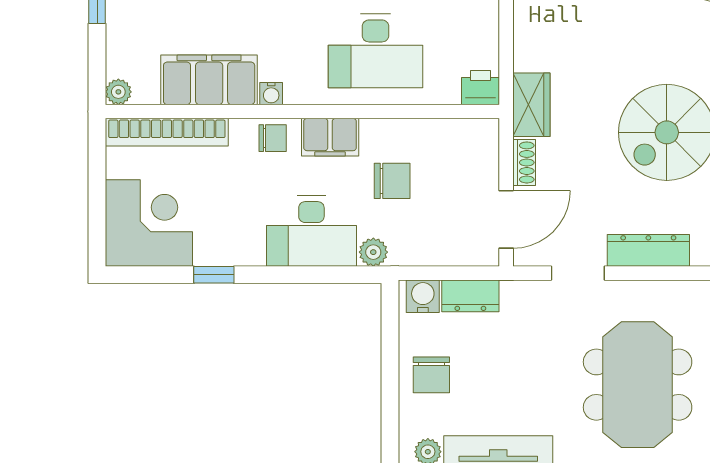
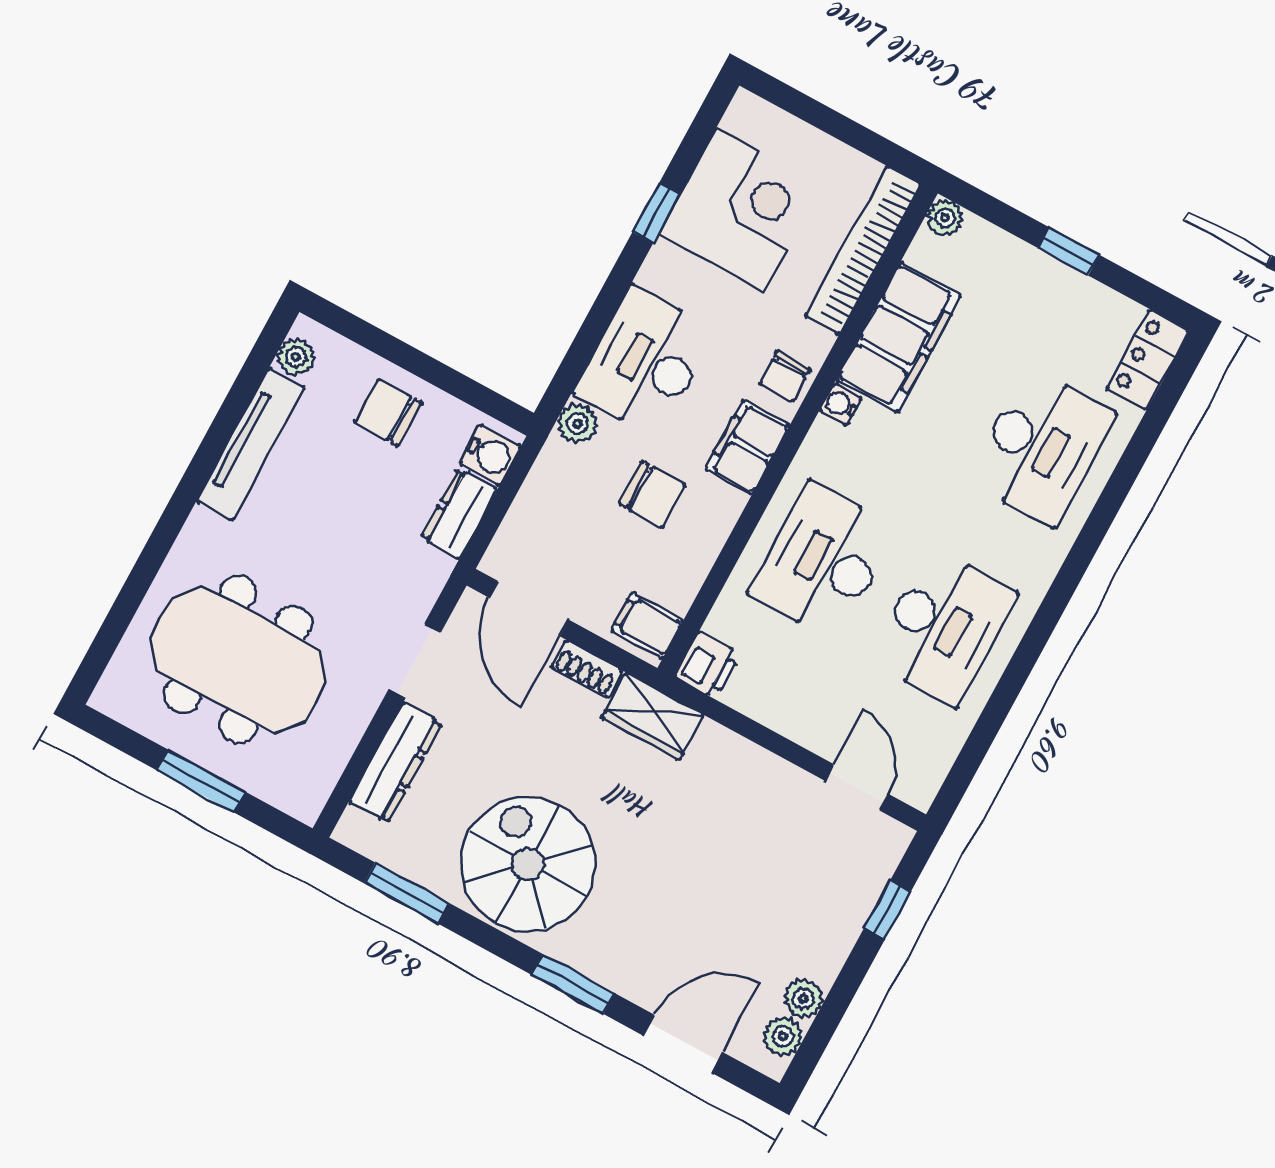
filing cabinet: (476, 139) -> (647, 625), added
chair: (392, 181) -> (652, 494), turned -90
corner desk: (149, 223) -> (741, 210), moved, turned -90

